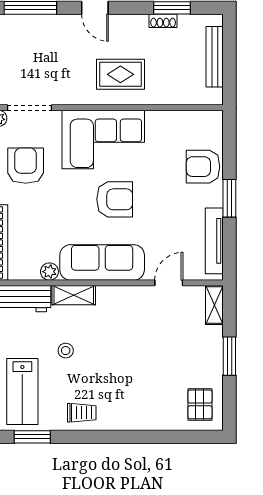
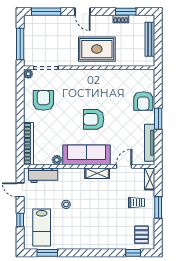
rug: (120, 74) -> (97, 49), width x1.36, depth x1.43
corner sofa: (103, 139) -> (87, 86), removed
armchair: (203, 167) -> (143, 101), turned -90
armchair: (115, 199) -> (94, 119), turned 180
shelving: (74, 295) -> (97, 173), moved
trolley: (82, 413) -> (137, 203), moved
window: (185, 437) -> (133, 253), added

